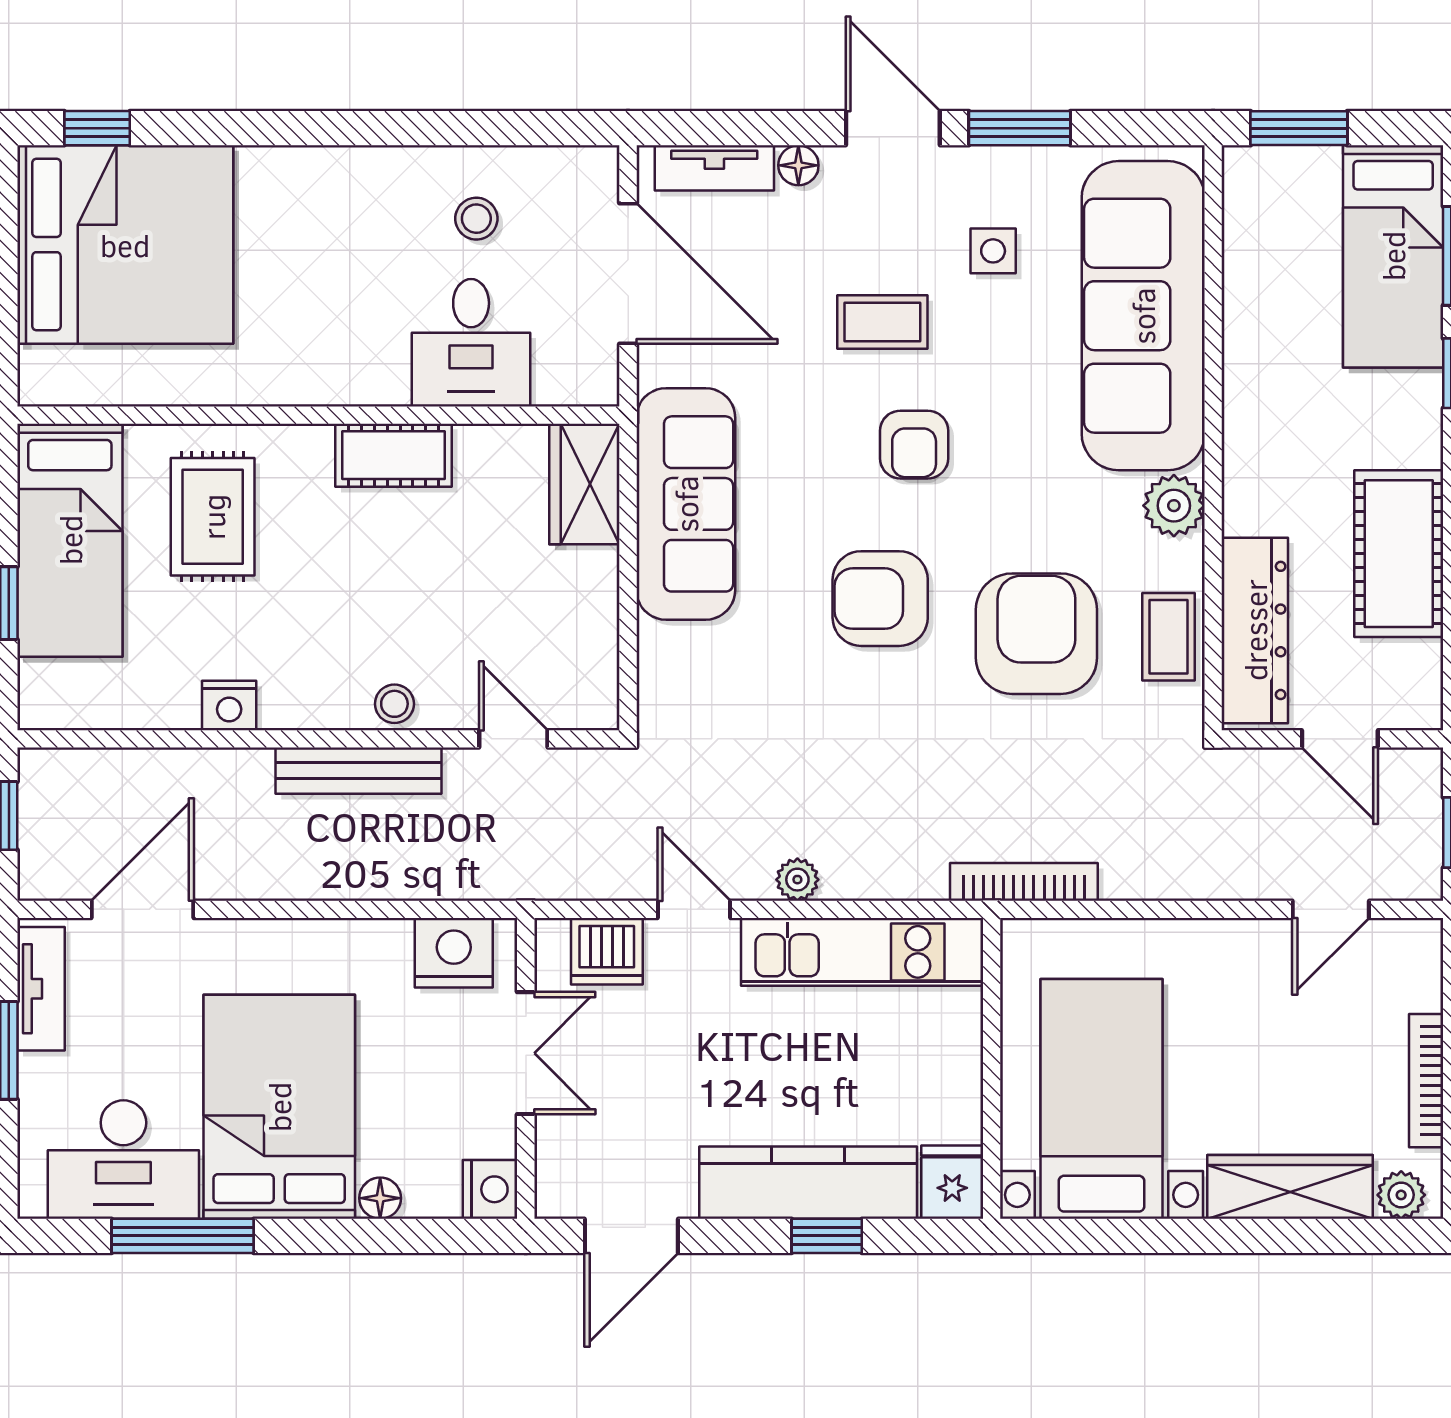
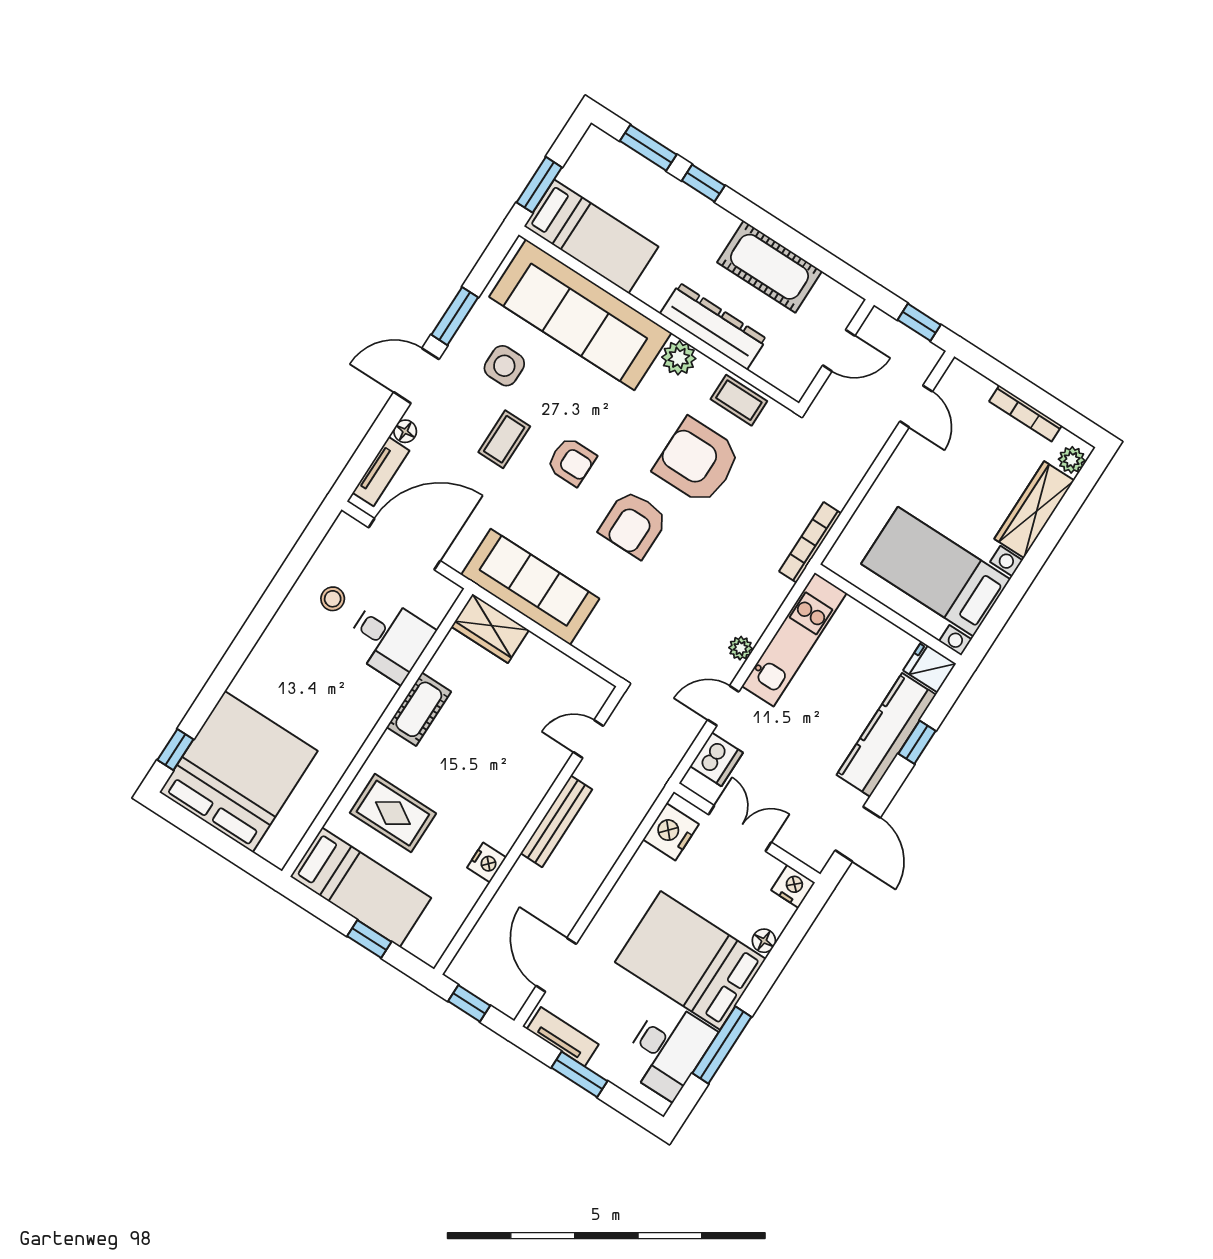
side table: (993, 251) -> (504, 366), width x1.37, depth x1.37
bed: (1393, 256) -> (591, 236), moved
dresser: (1255, 630) -> (713, 326), moved
stool: (394, 704) -> (536, 784), removed

